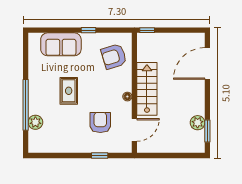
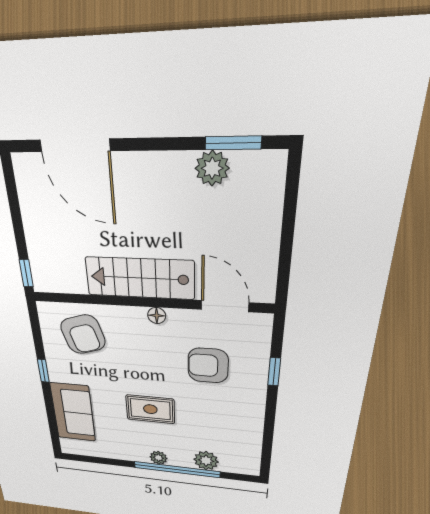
plant: (33, 94) -> (158, 458), added

